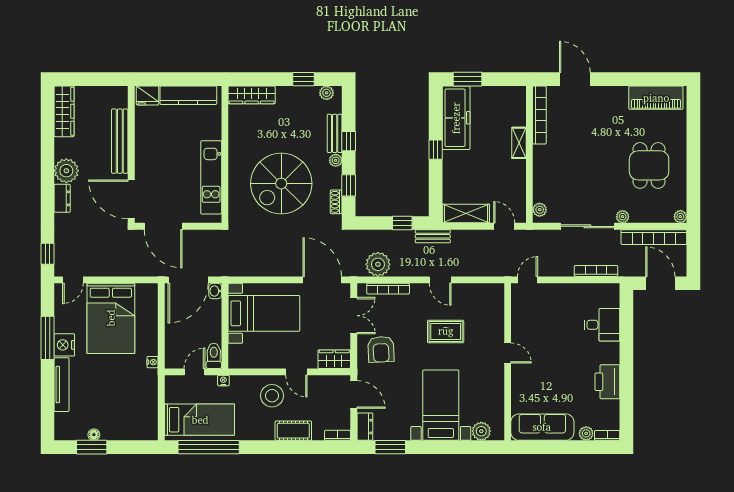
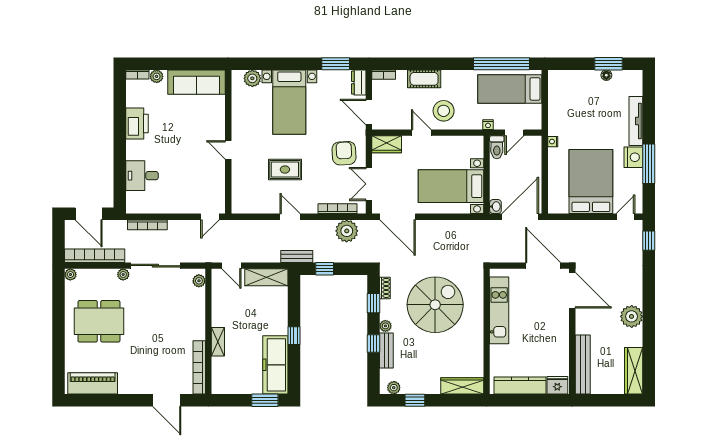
bench: (120, 141) -> (583, 365), moved
dining table: (649, 165) -> (99, 321), width x1.38
dresser: (62, 198) -> (635, 291), removed

